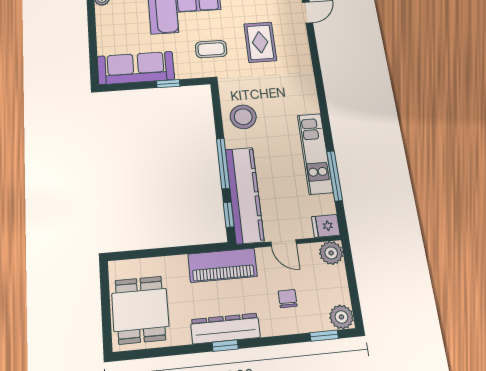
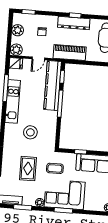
stool: (243, 117) -> (30, 132), moved
door: (284, 243) -> (38, 58), swing flipped
plant: (341, 317) -> (18, 30), moved

